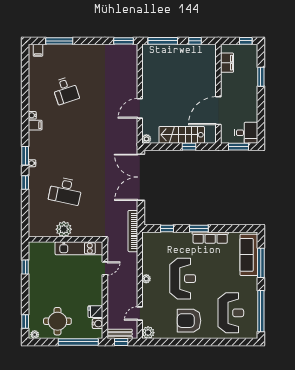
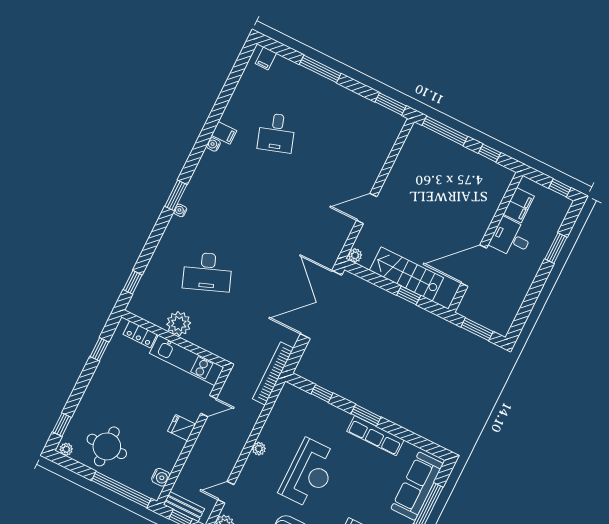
window: (59, 41) -> (320, 69), moved
filing cabinet: (35, 125) -> (224, 133), moved
desk: (246, 133) -> (511, 238), moved, turned 180
window: (25, 183) -> (133, 282), moved
desk: (66, 191) -> (207, 272), turned -33
locker: (44, 247) -> (140, 334), added
fridge: (95, 312) -> (182, 428), moved

